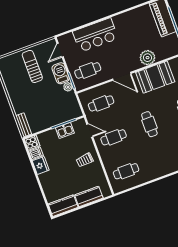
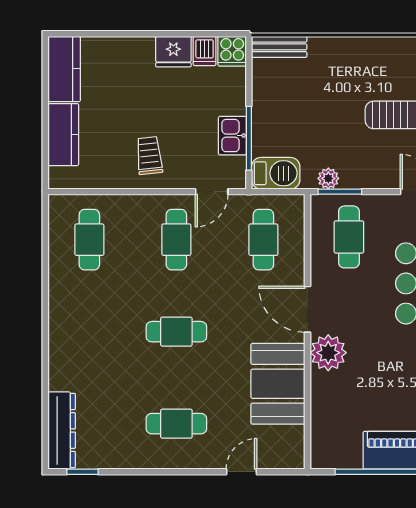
plant: (147, 58) -> (328, 353), moved
barbecue: (61, 73) -> (276, 173), moved
door: (122, 76) -> (308, 309), hinge flipped

